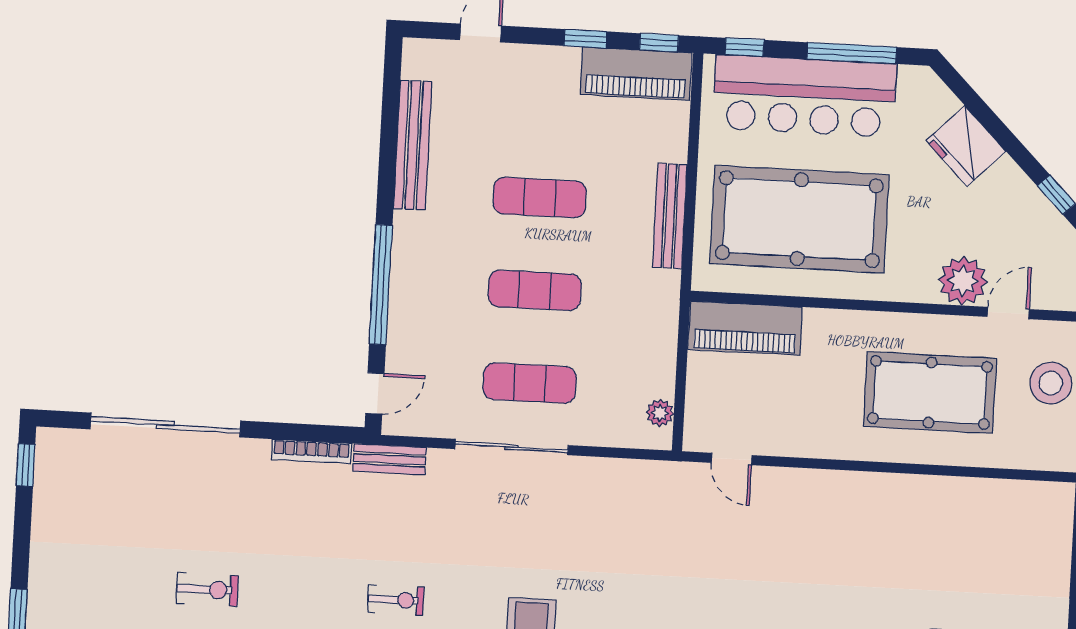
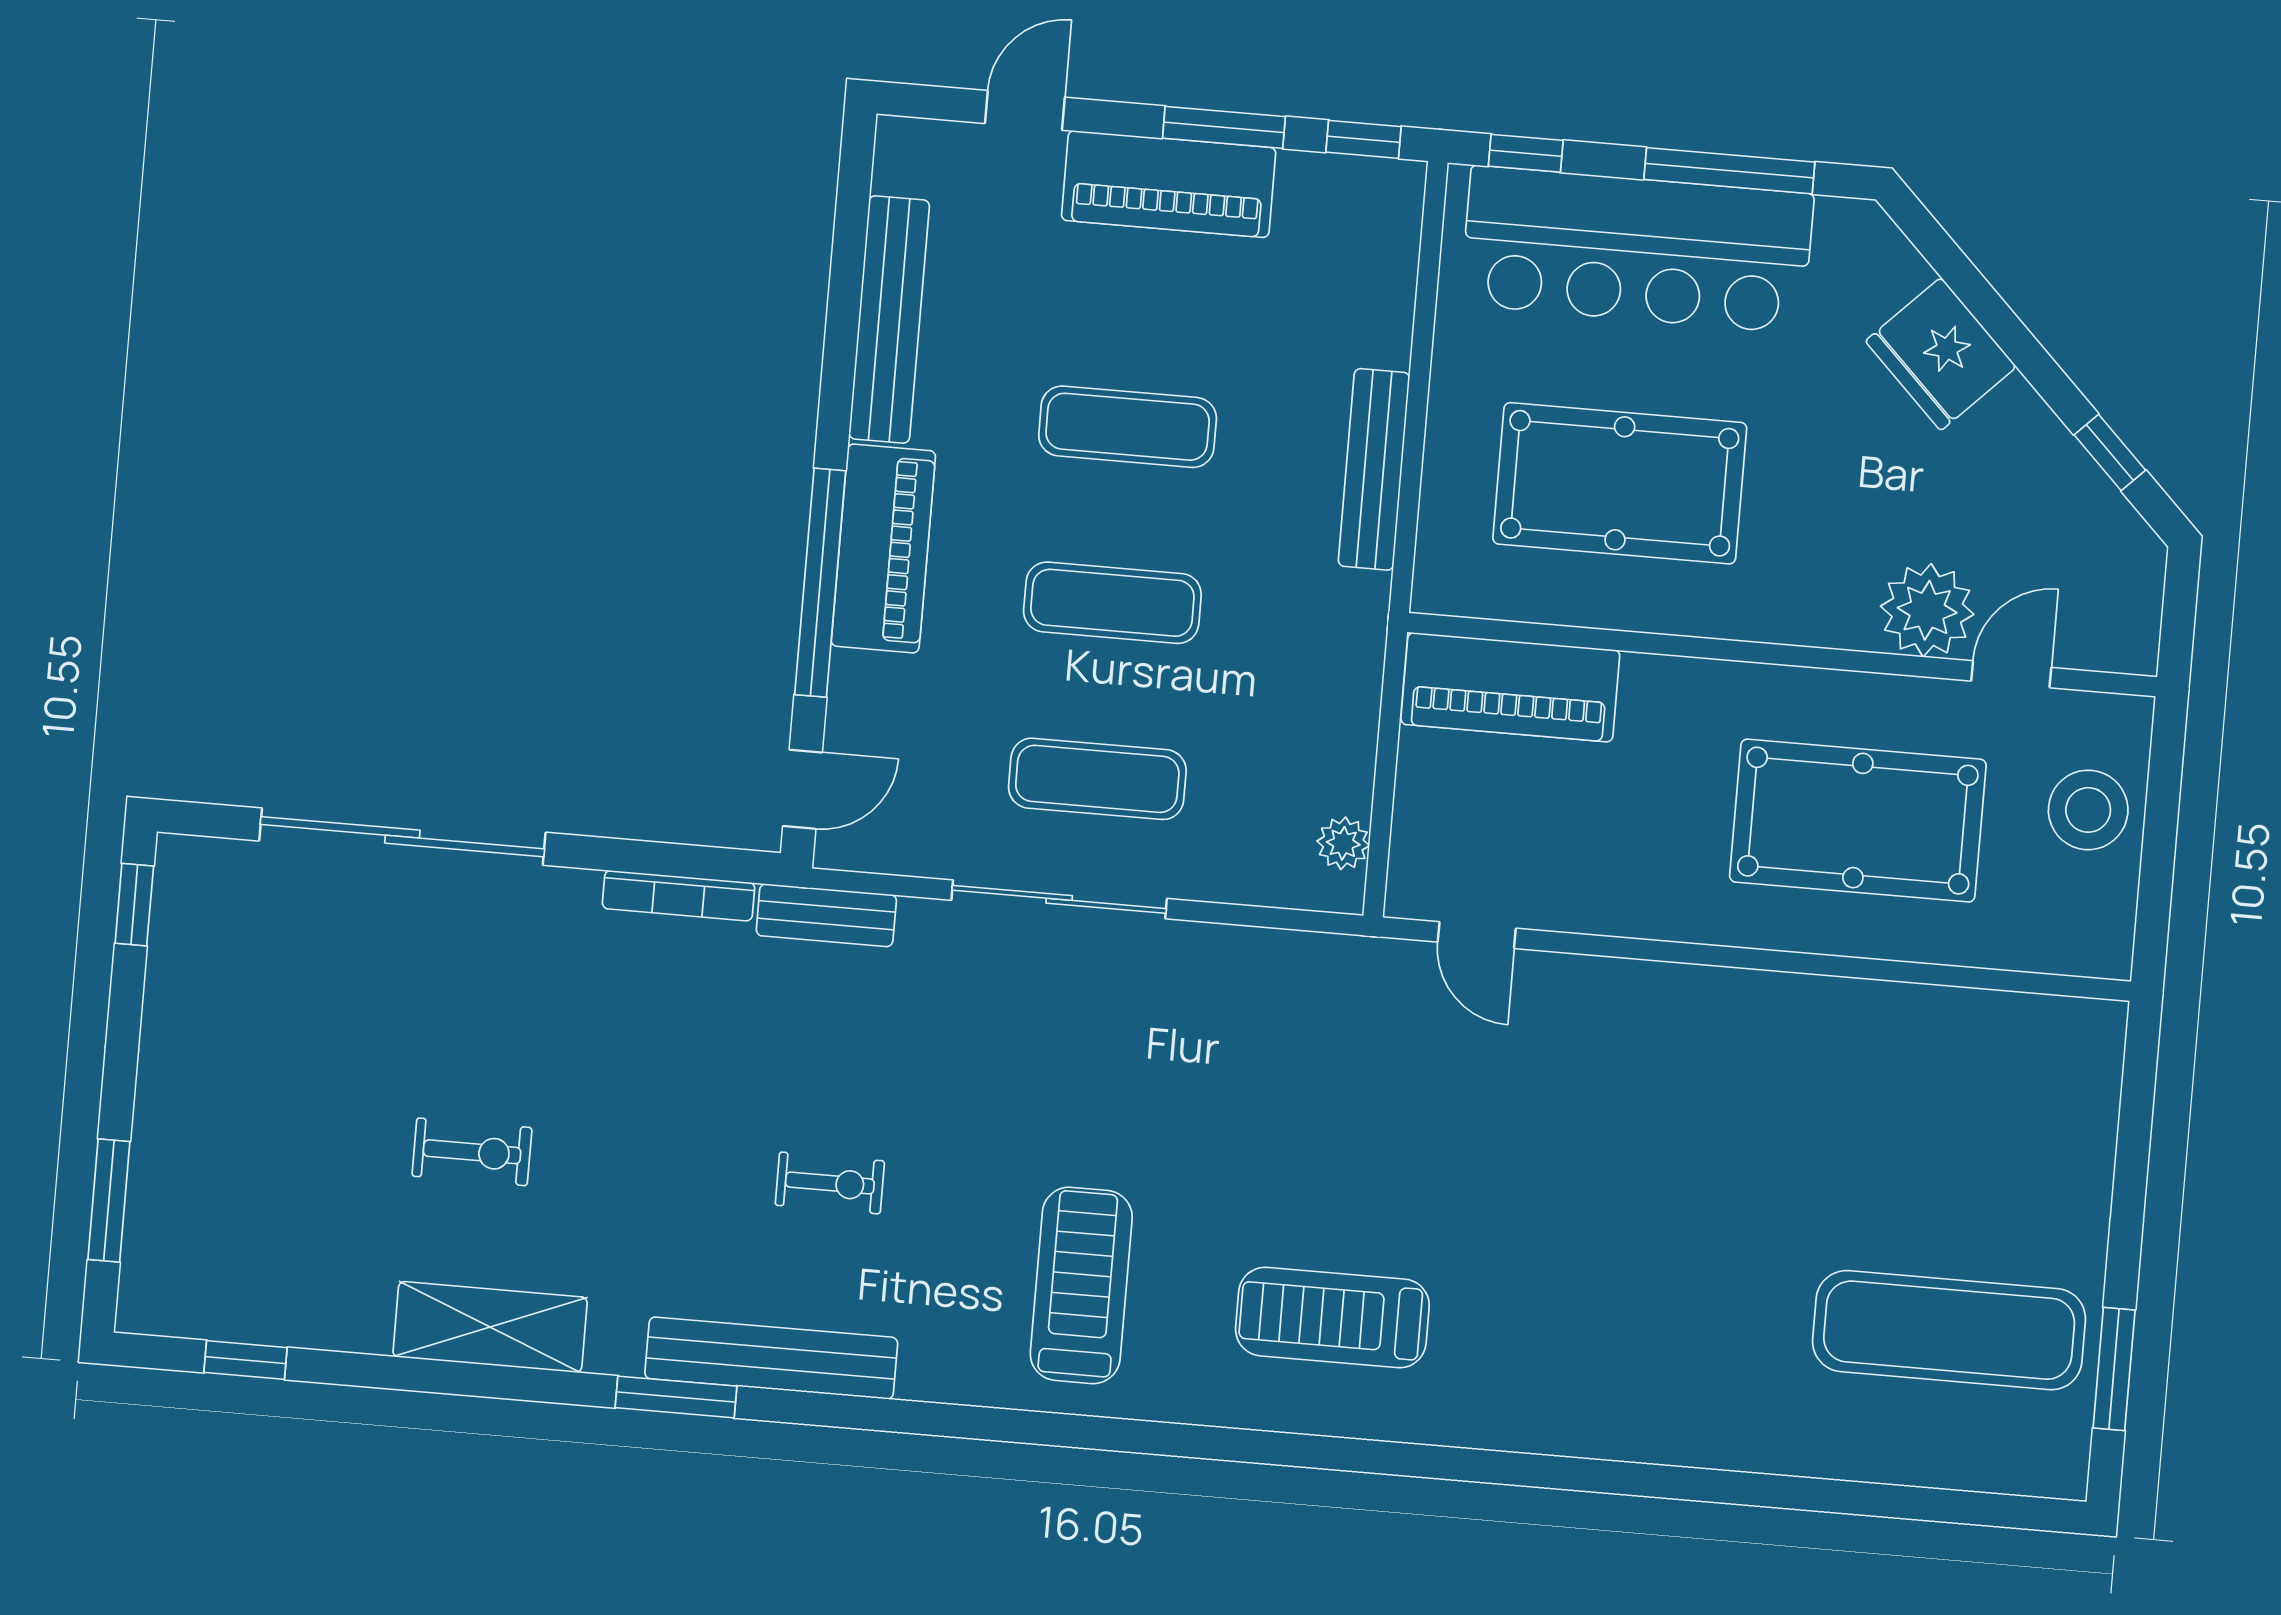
window: (585, 39) -> (1224, 127), width x1.50
piano: (636, 74) -> (1169, 184), moved
pool table: (799, 219) -> (1620, 483), width x0.73, depth x0.76
piano: (413, 266) -> (883, 548), added

